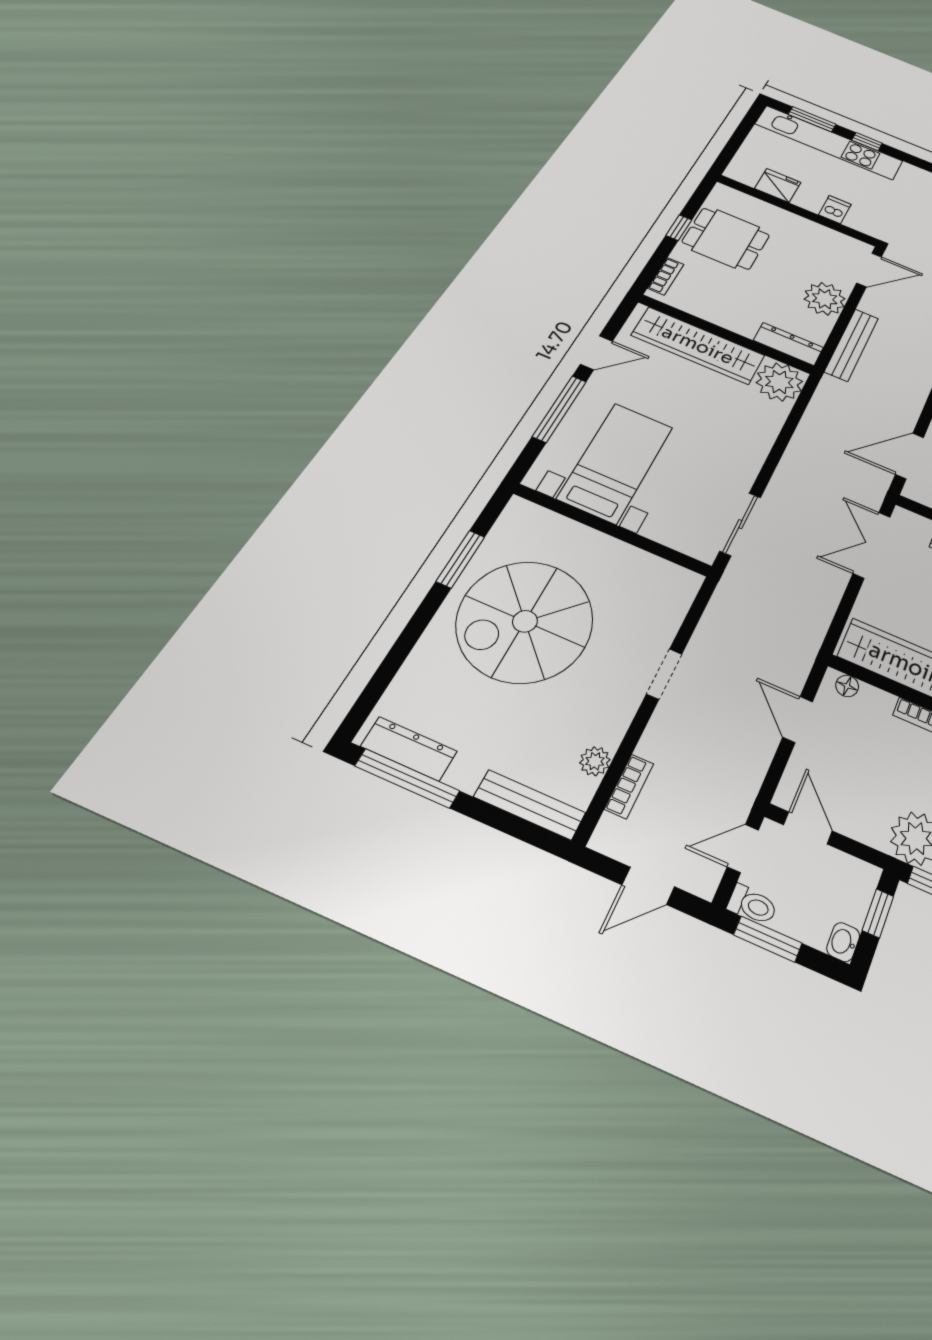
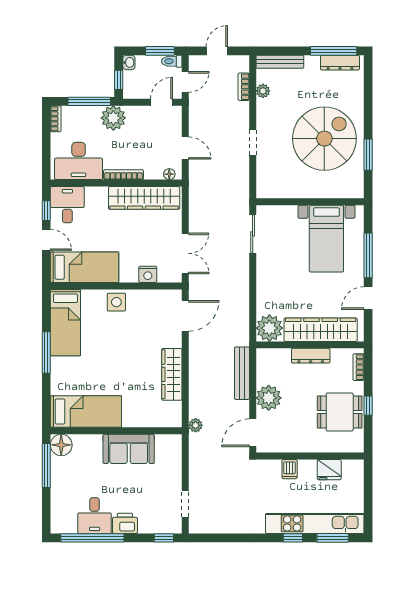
dresser: (788, 344) -> (311, 356), moved
door: (808, 828) -> (162, 102), swing flipped

